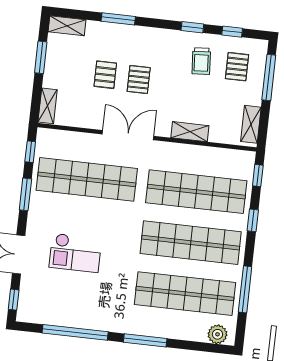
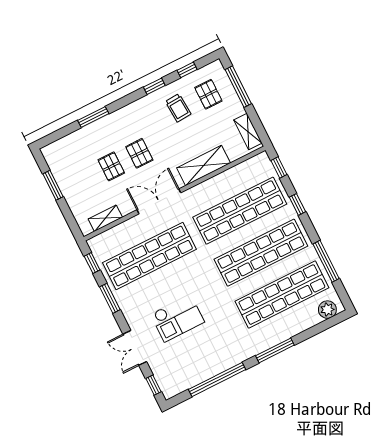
shelving: (67, 26) -> (57, 148), removed
shelving: (48, 106) -> (105, 218), moved, turned 90
shelving: (190, 132) -> (204, 166), width x1.50, depth x1.33

